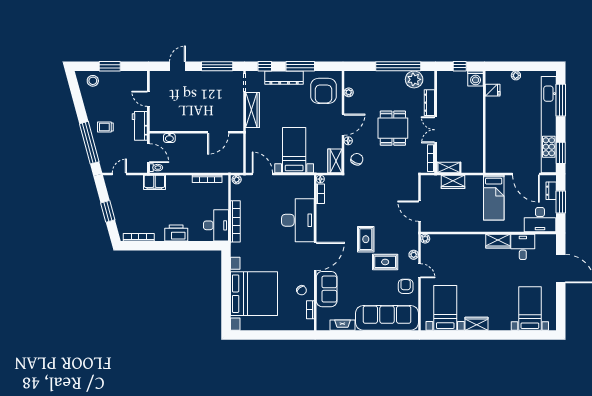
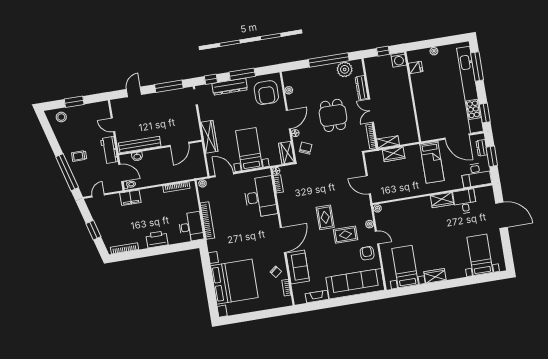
wardrobe: (253, 110) -> (209, 137), moved
bench: (174, 125) -> (140, 145), added
desk: (298, 220) -> (260, 197), moved

